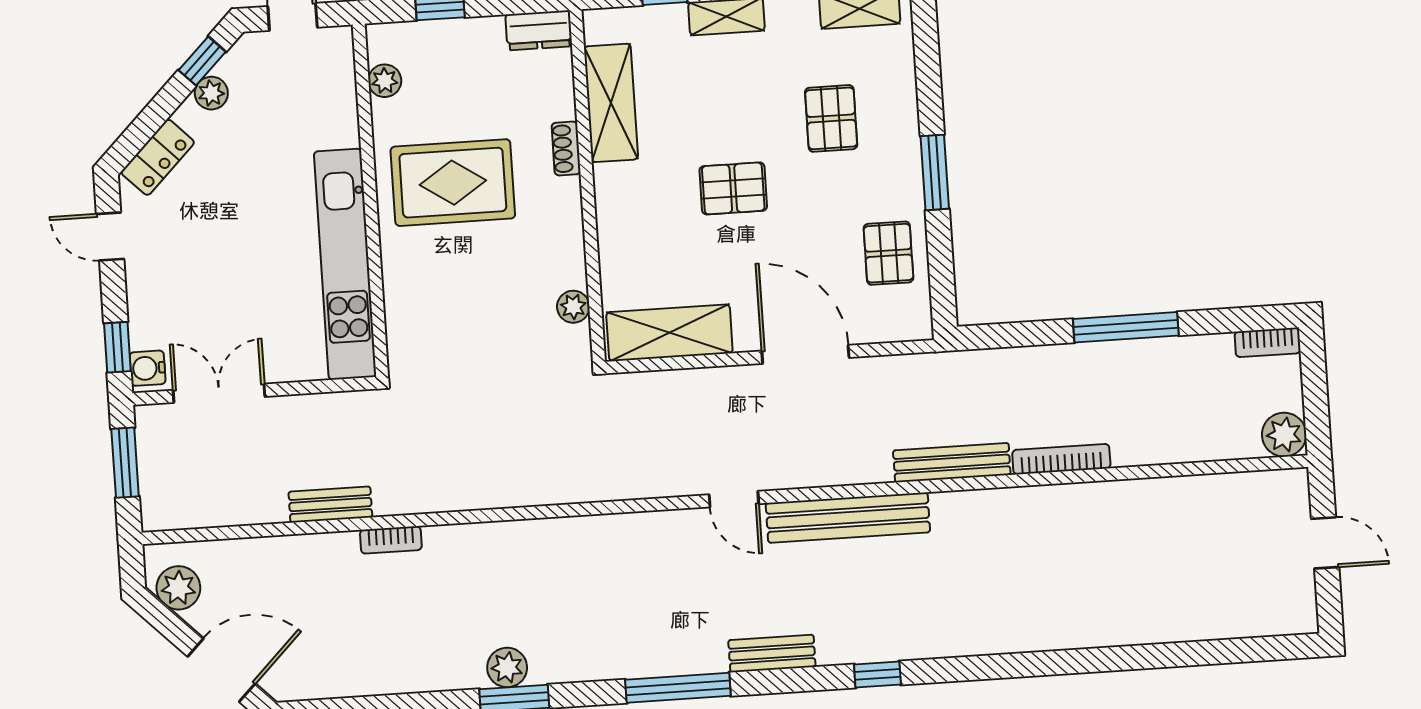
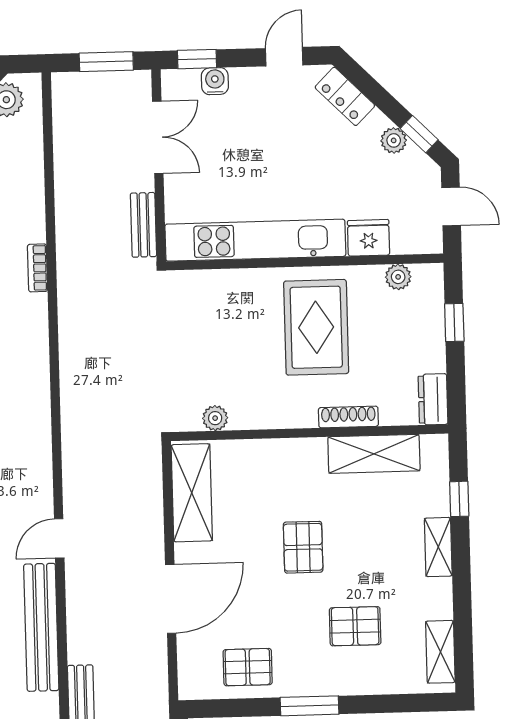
fridge: (336, 120) -> (369, 238), added
shoe rack: (566, 149) -> (348, 417), width x1.43
water cooler: (148, 368) -> (215, 81), moved
bench: (330, 504) -> (143, 225), moved

